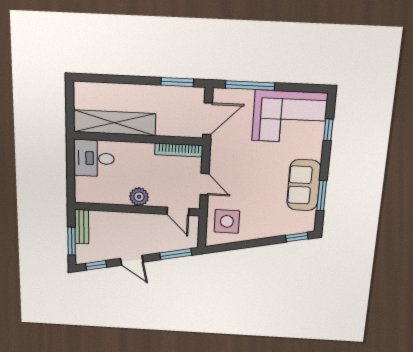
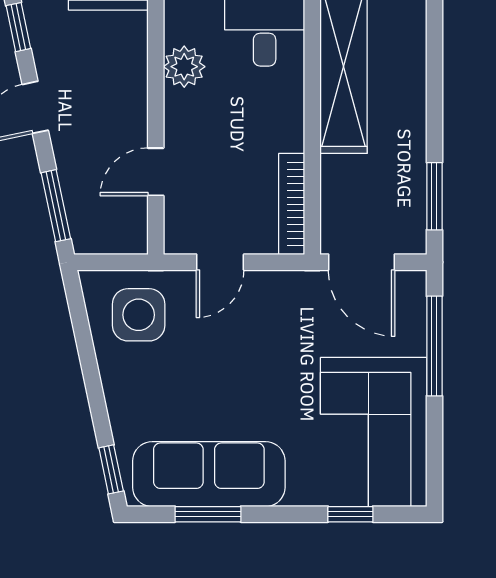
sofa: (304, 185) -> (209, 474), width x1.36
plant: (139, 197) -> (184, 67), moved
door: (178, 211) -> (156, 172), moved

